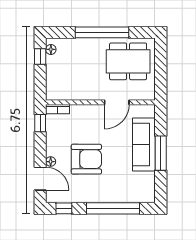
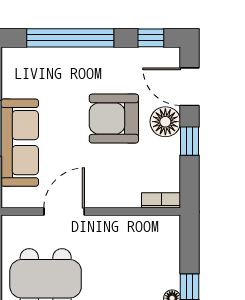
window: (40, 123) -> (190, 141), moved
floor lamp: (51, 162) -> (165, 122), width x1.89, depth x1.89

